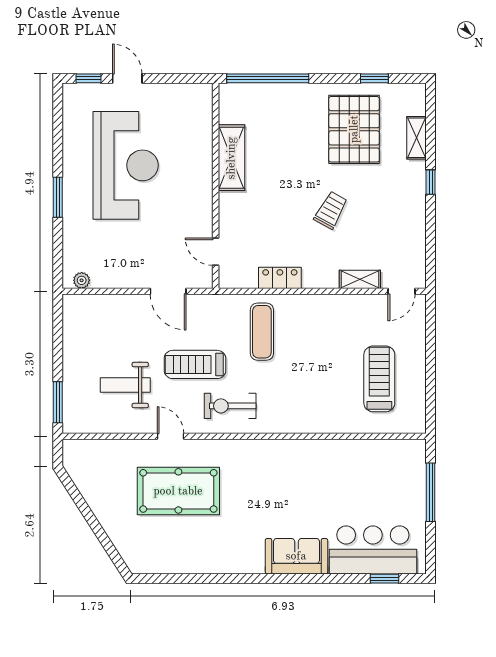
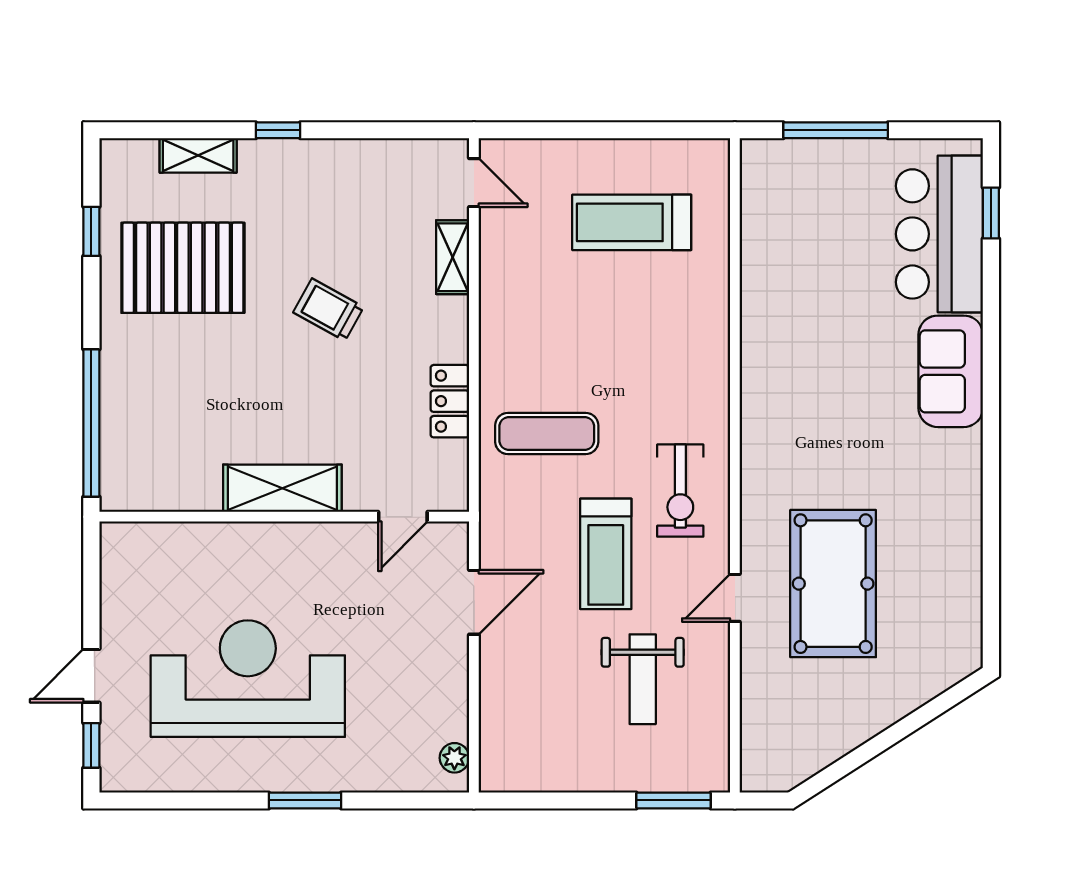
shelving: (231, 158) -> (282, 488), moved

